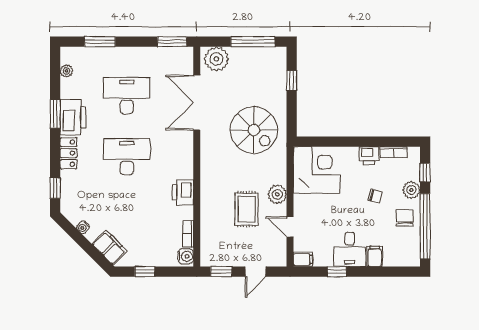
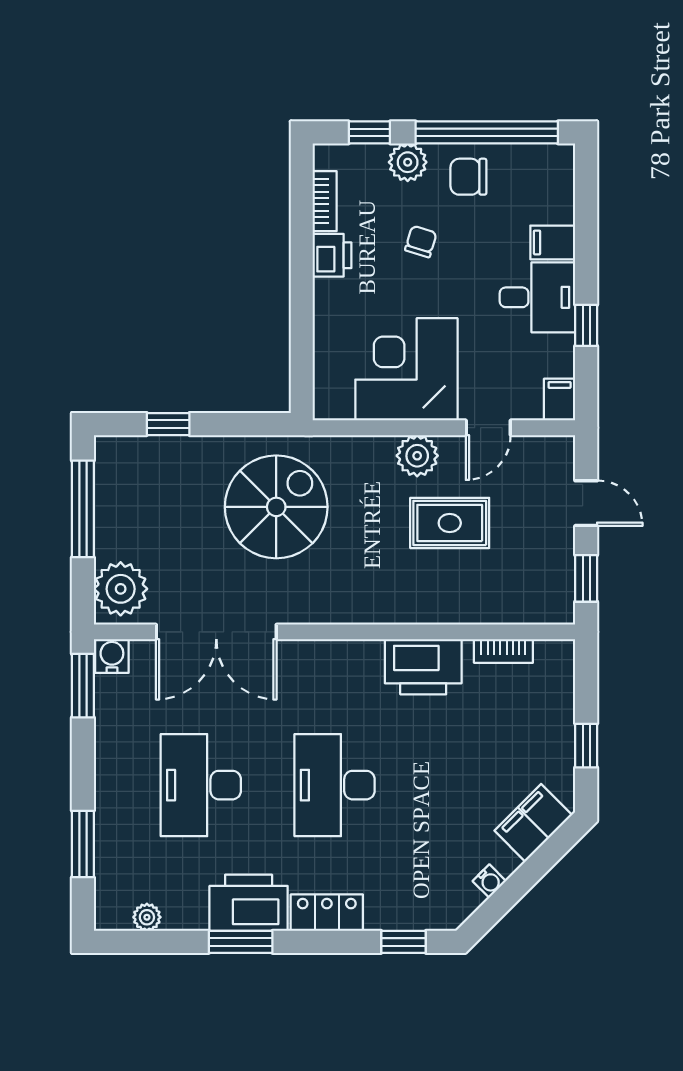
corner desk: (317, 170) -> (406, 369), moved
printer: (183, 192) -> (423, 667), width x1.37, depth x1.19
water cooler: (186, 256) -> (112, 656), moved

